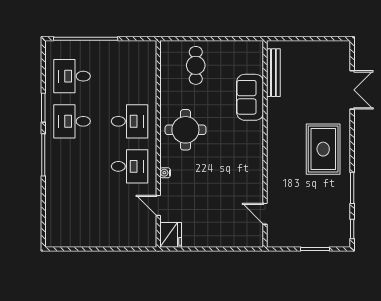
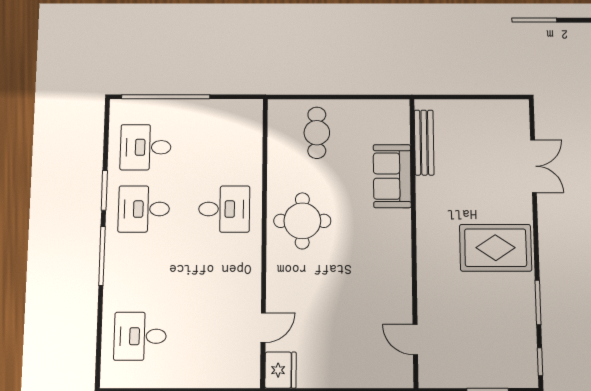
rug: (323, 149) -> (496, 248), turned 90
desk: (130, 166) -> (140, 336), moved, turned 180
water cooler: (165, 173) -> (273, 281), removed
door: (158, 205) -> (263, 328), swing flipped

